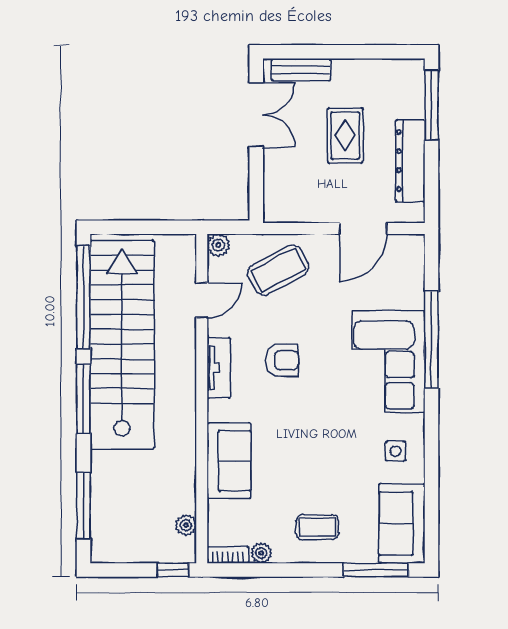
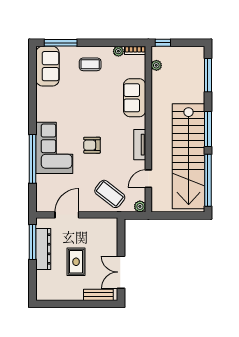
window: (432, 105) -> (33, 242), moved
coffee table: (278, 270) -> (110, 194), turned 66
armchair: (282, 360) -> (92, 145), moved
side table: (396, 451) -> (51, 103), removed

